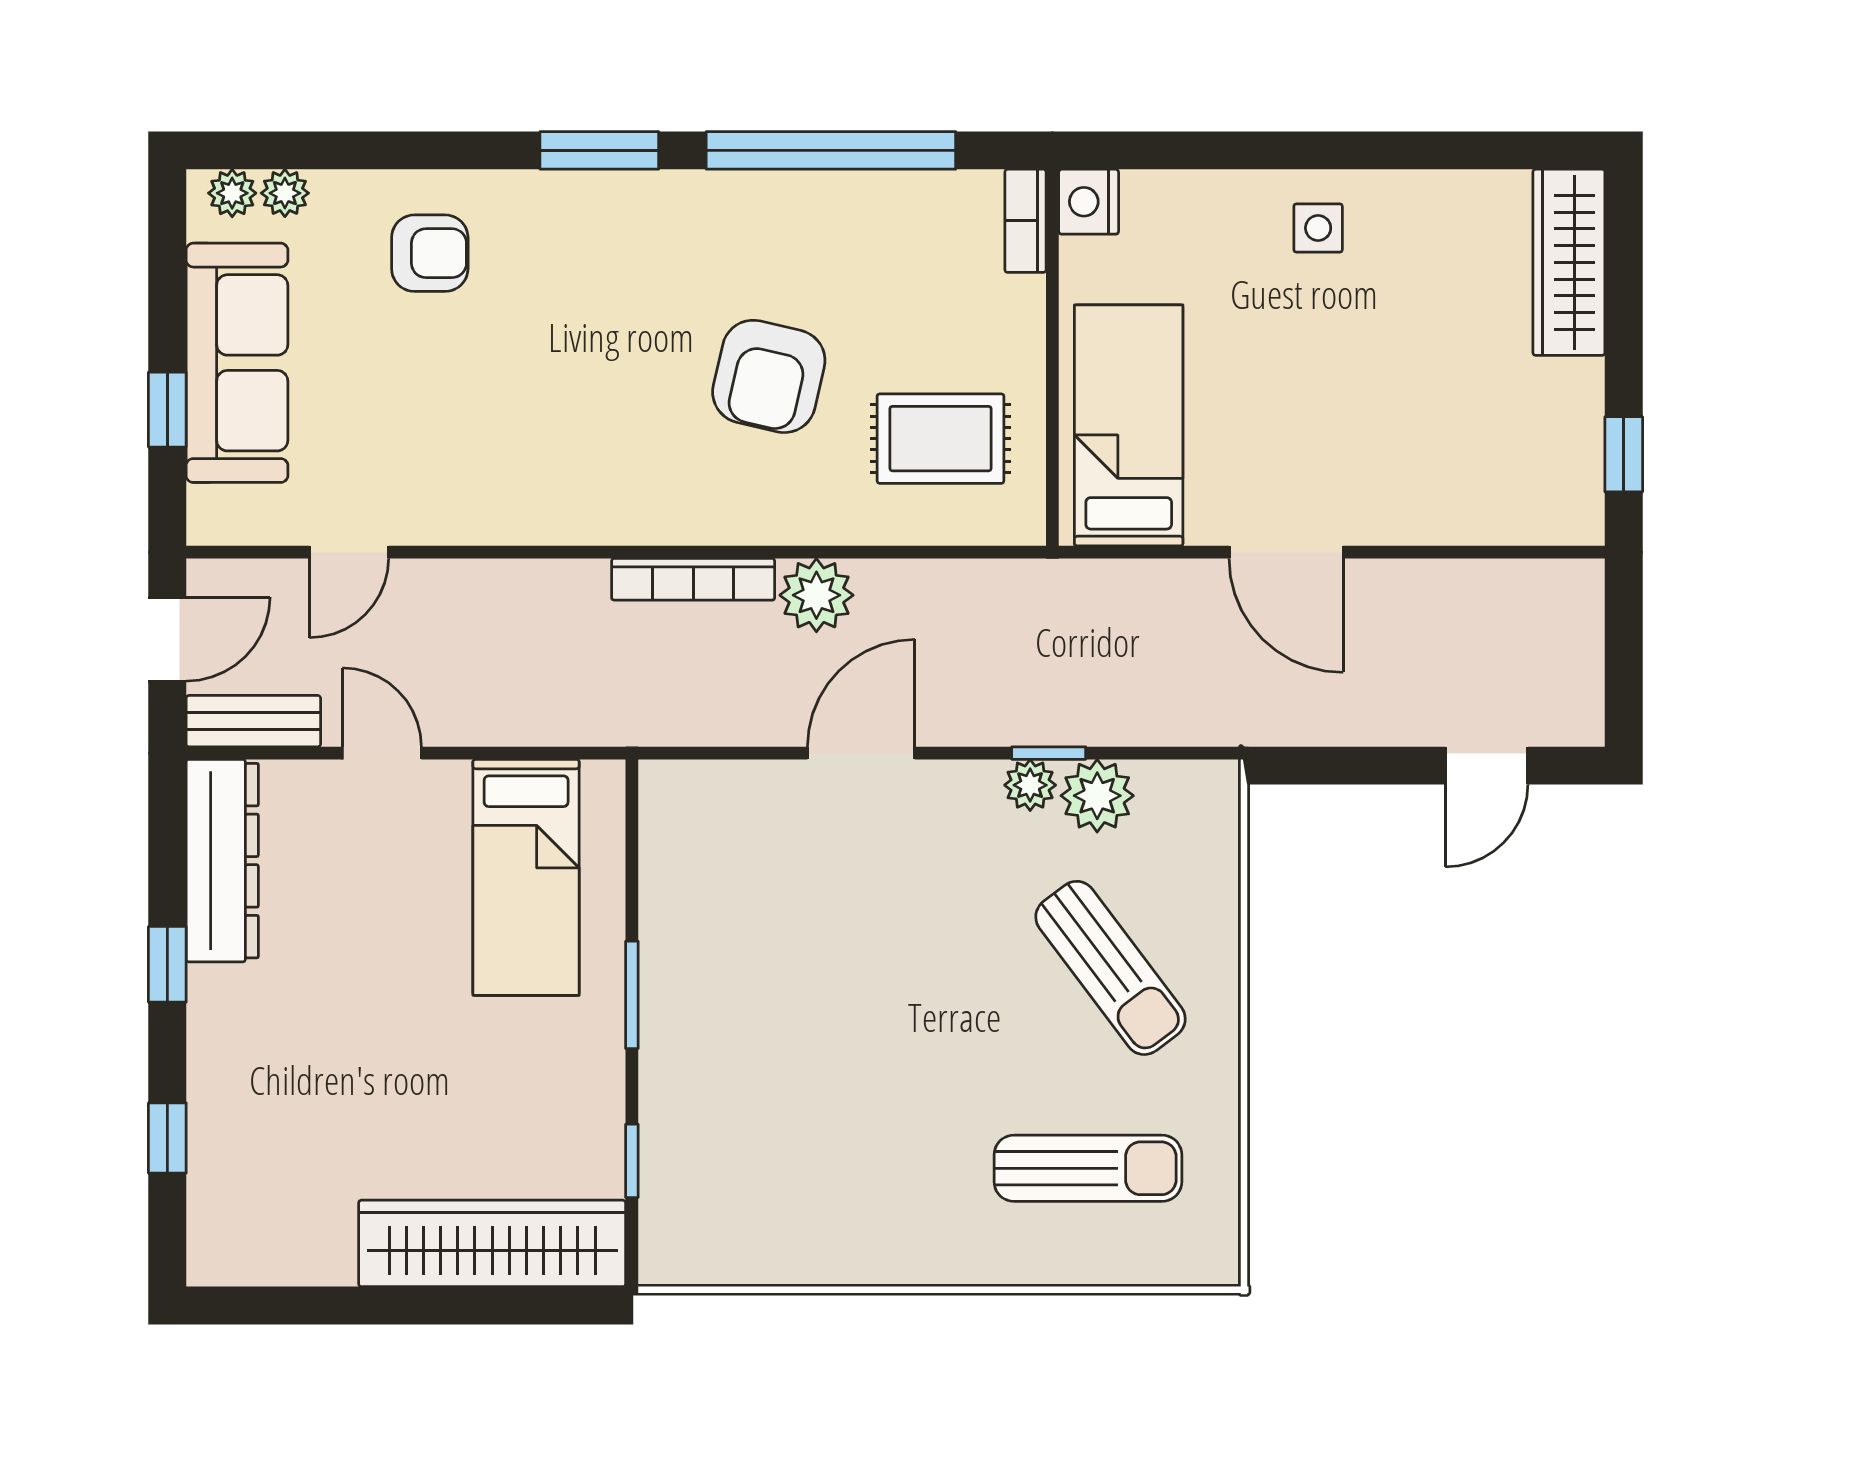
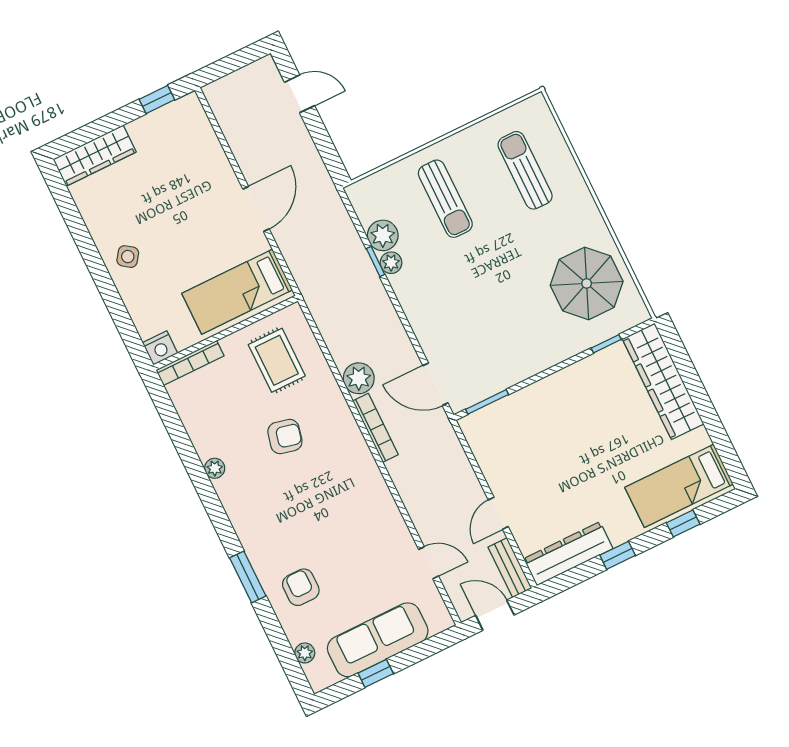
window: (599, 150) -> (248, 577), moved
window: (831, 150) -> (188, 455), removed
plant: (232, 193) -> (215, 468), moved
bookcase: (1026, 221) -> (190, 363), width x1.56
side table: (1318, 228) -> (128, 257), turned 36
armchair: (769, 376) -> (285, 437), width x0.72, depth x0.72
window: (167, 410) -> (376, 673), moved
door: (861, 753) -> (435, 384), moved
bed: (526, 877) -> (679, 486), moved, turned 180
sun lounger: (1110, 968) -> (445, 199), turned 127
window: (632, 995) -> (487, 402), moved
parasol: (782, 1182) -> (587, 283), added

